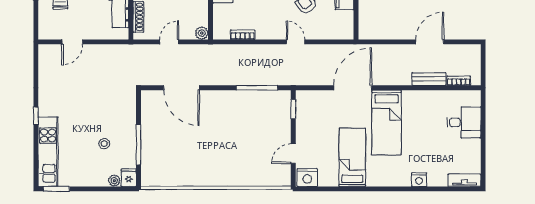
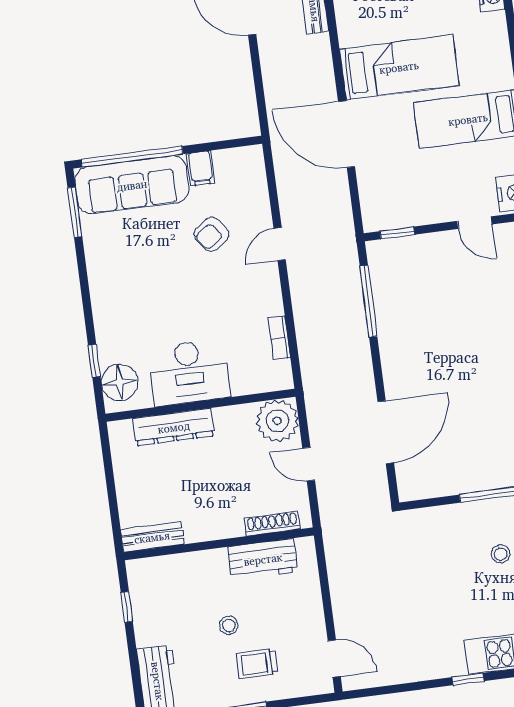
plant: (202, 33) -> (277, 421), width x1.87, depth x1.87
door: (72, 42) -> (334, 659), moved

